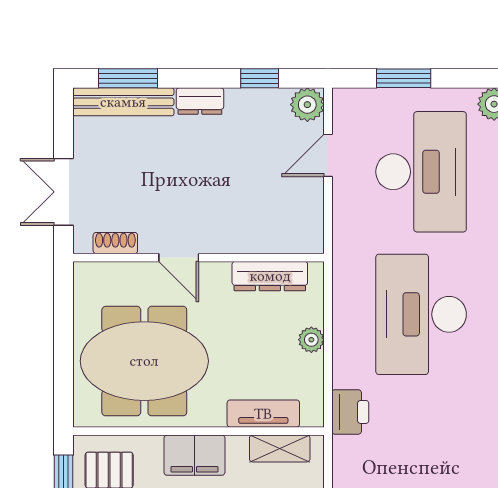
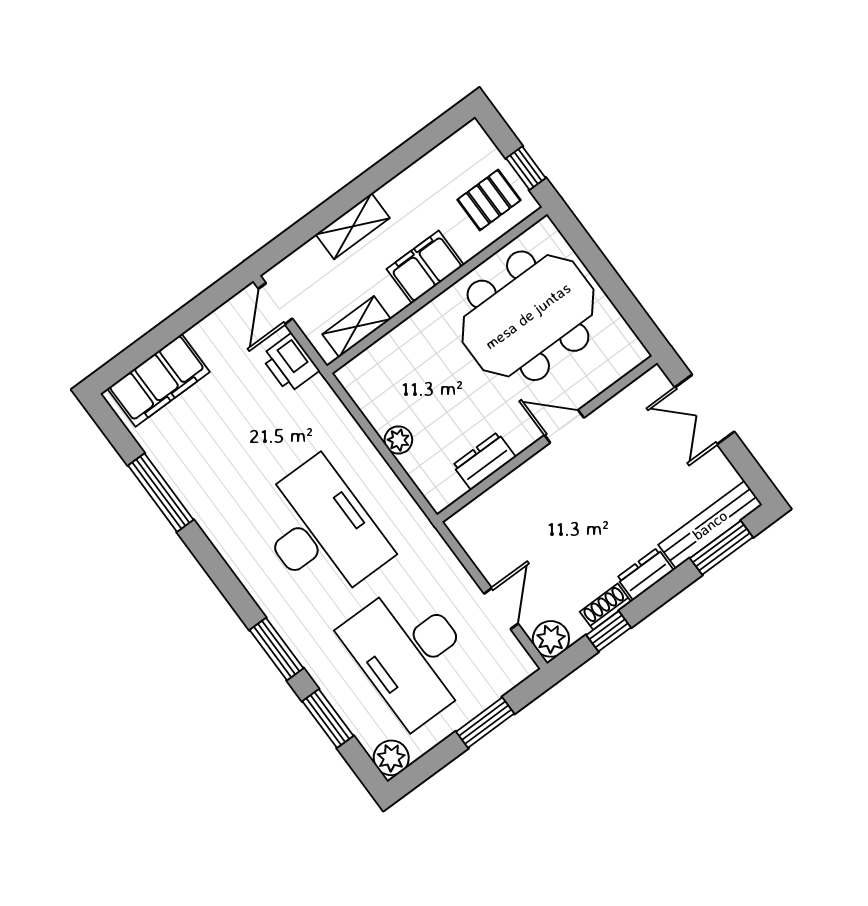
double door: (64, 192) -> (705, 409), swing flipped
shoe rack: (115, 243) -> (605, 607), moved, turned 180
dresser: (270, 276) -> (484, 461), width x0.70
printer: (350, 412) -> (290, 363), moved
tv unit: (263, 414) -> (393, 346), removed

